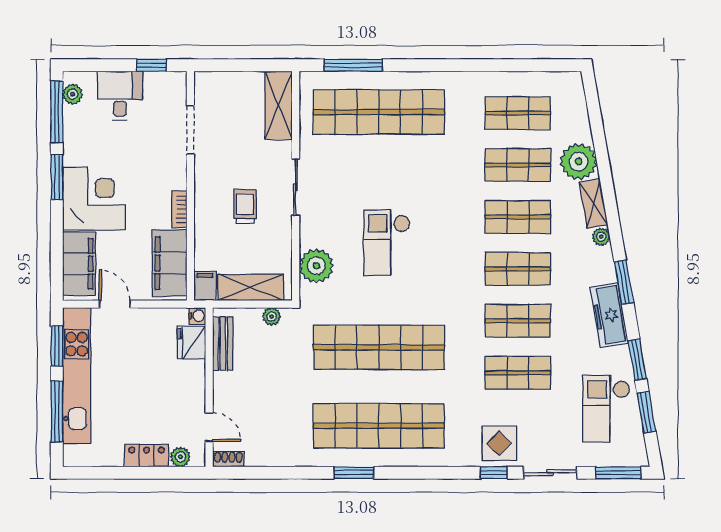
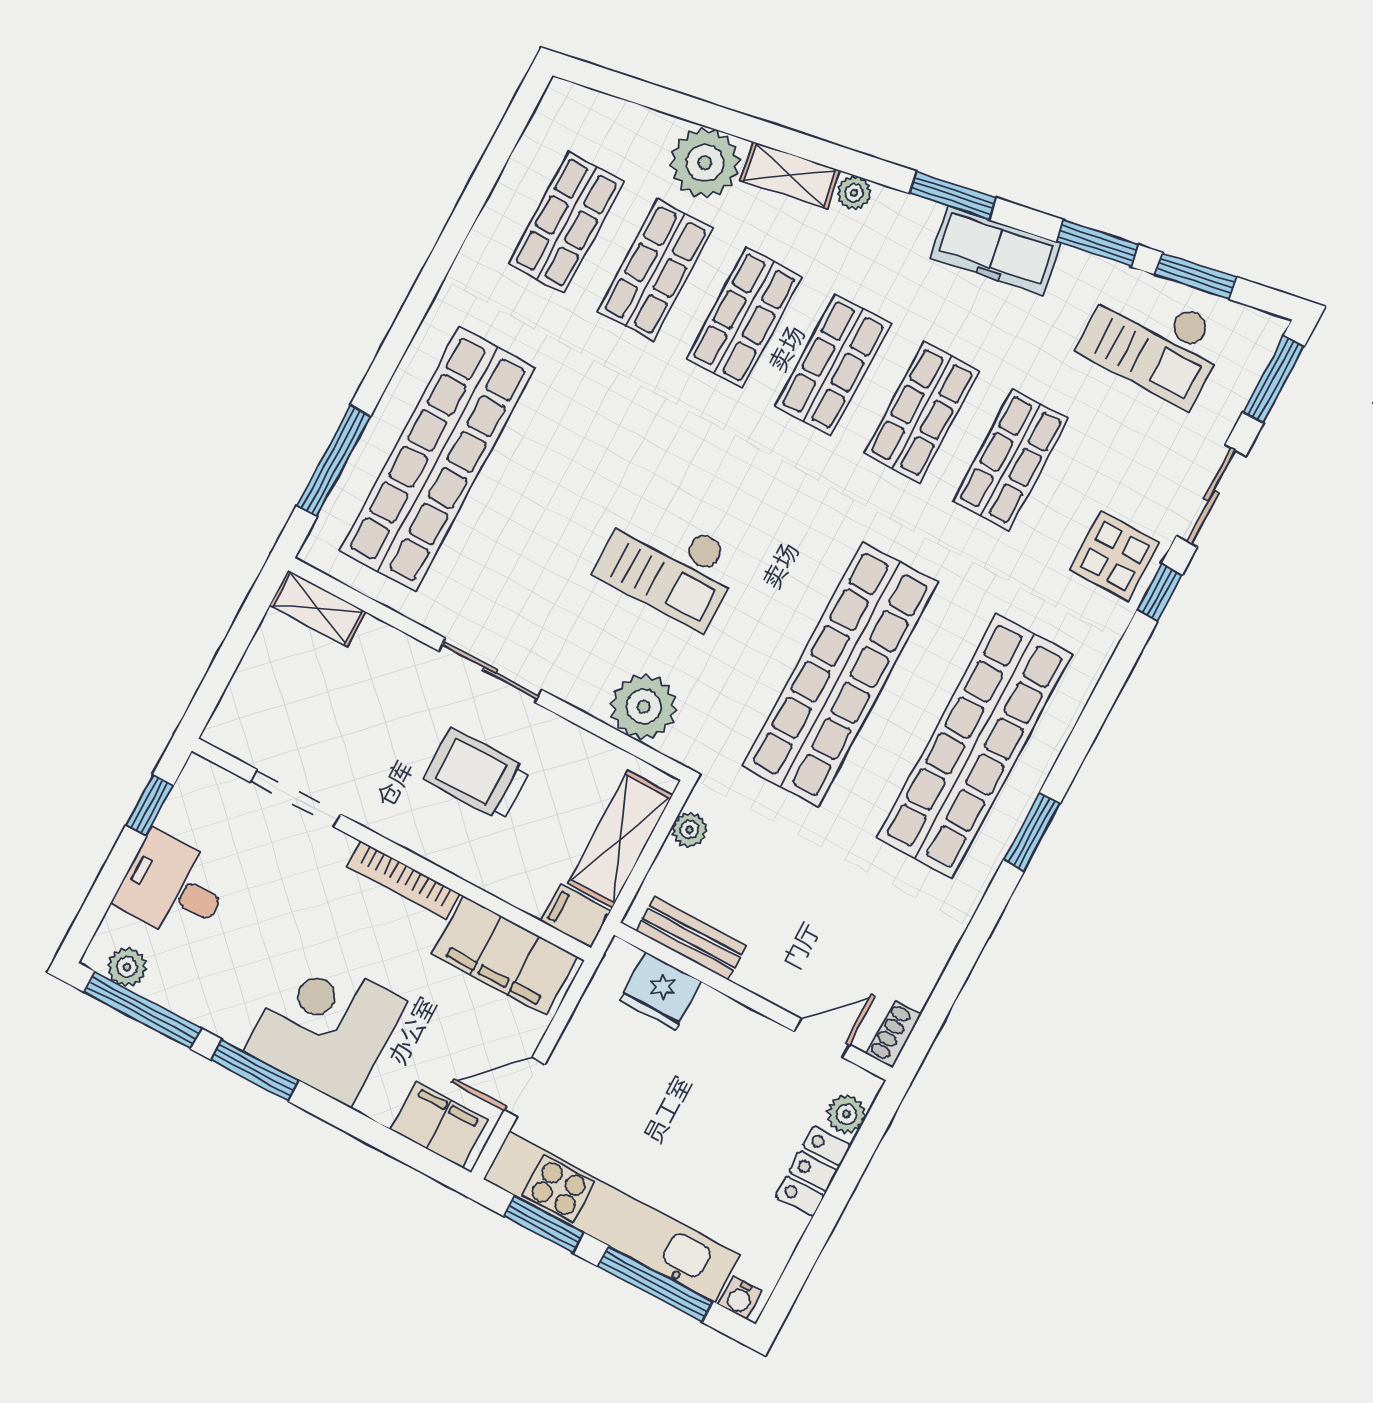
shelving: (279, 105) -> (318, 609), width x0.67, depth x0.75
trolley: (245, 206) -> (477, 775), width x1.36, depth x1.39
bookcase: (179, 209) -> (404, 880), width x1.56
filing cabinet: (79, 264) -> (439, 1125), width x0.67, depth x0.86
water cooler: (197, 316) -> (740, 1298), moved, turned 180

